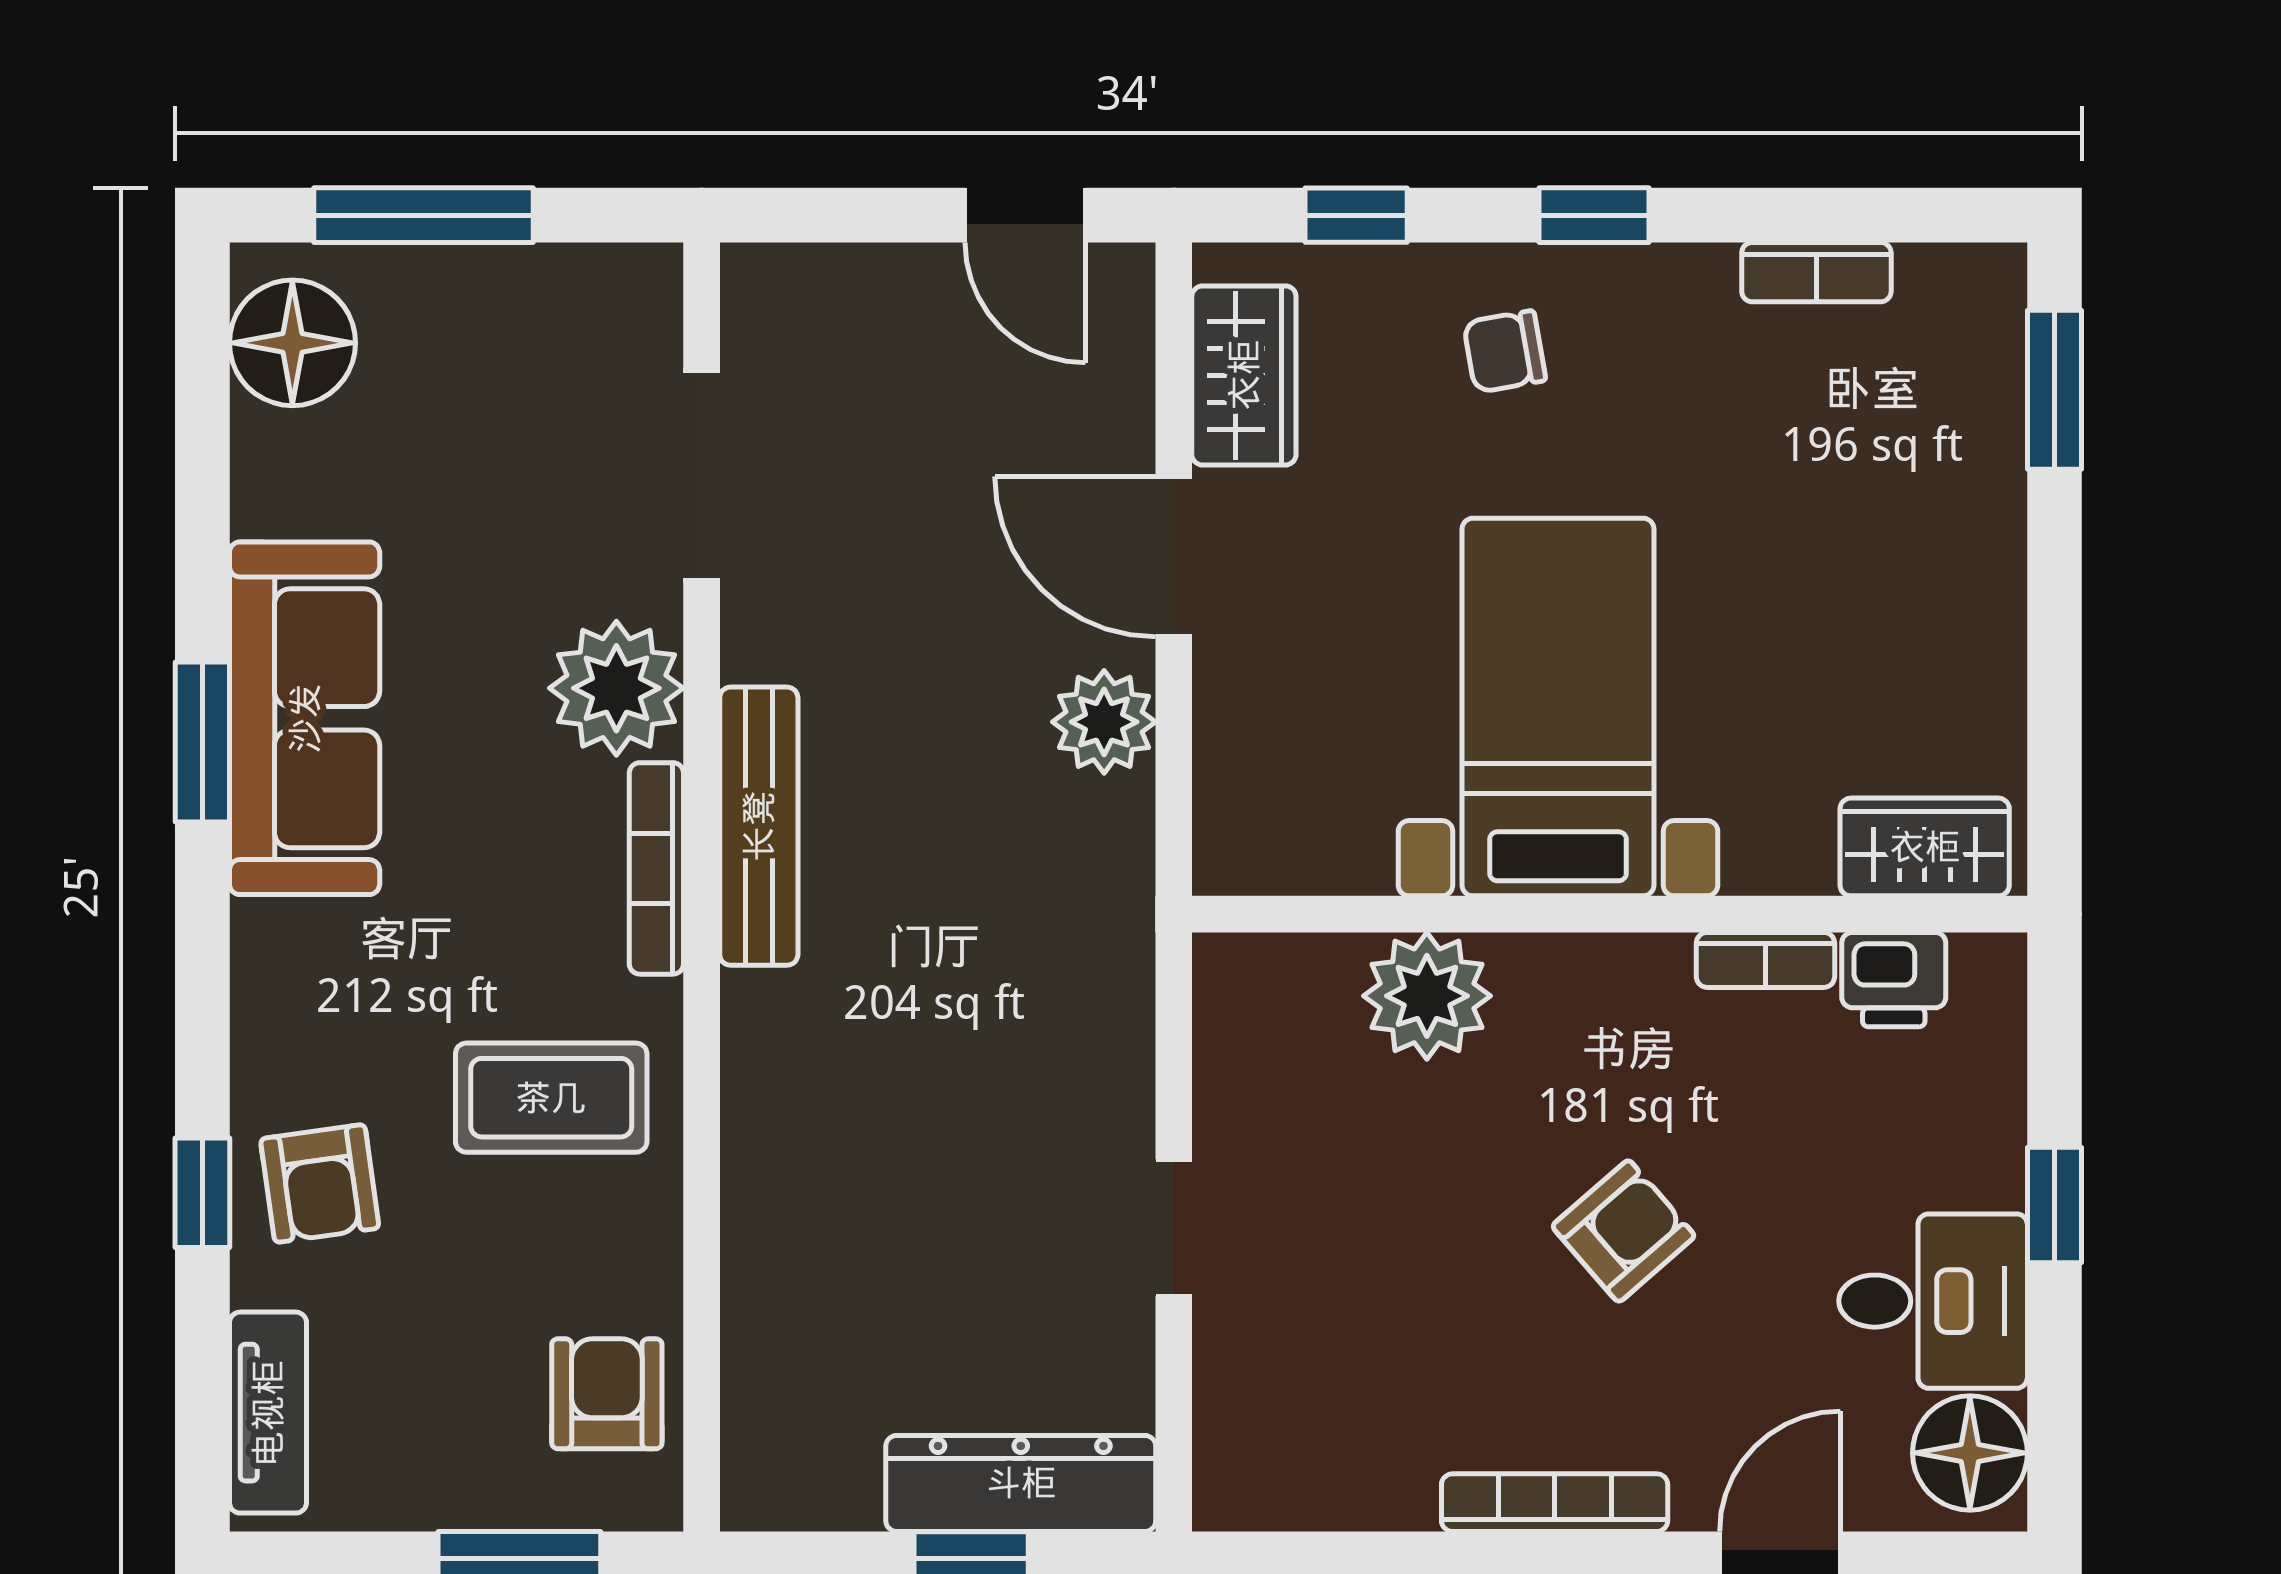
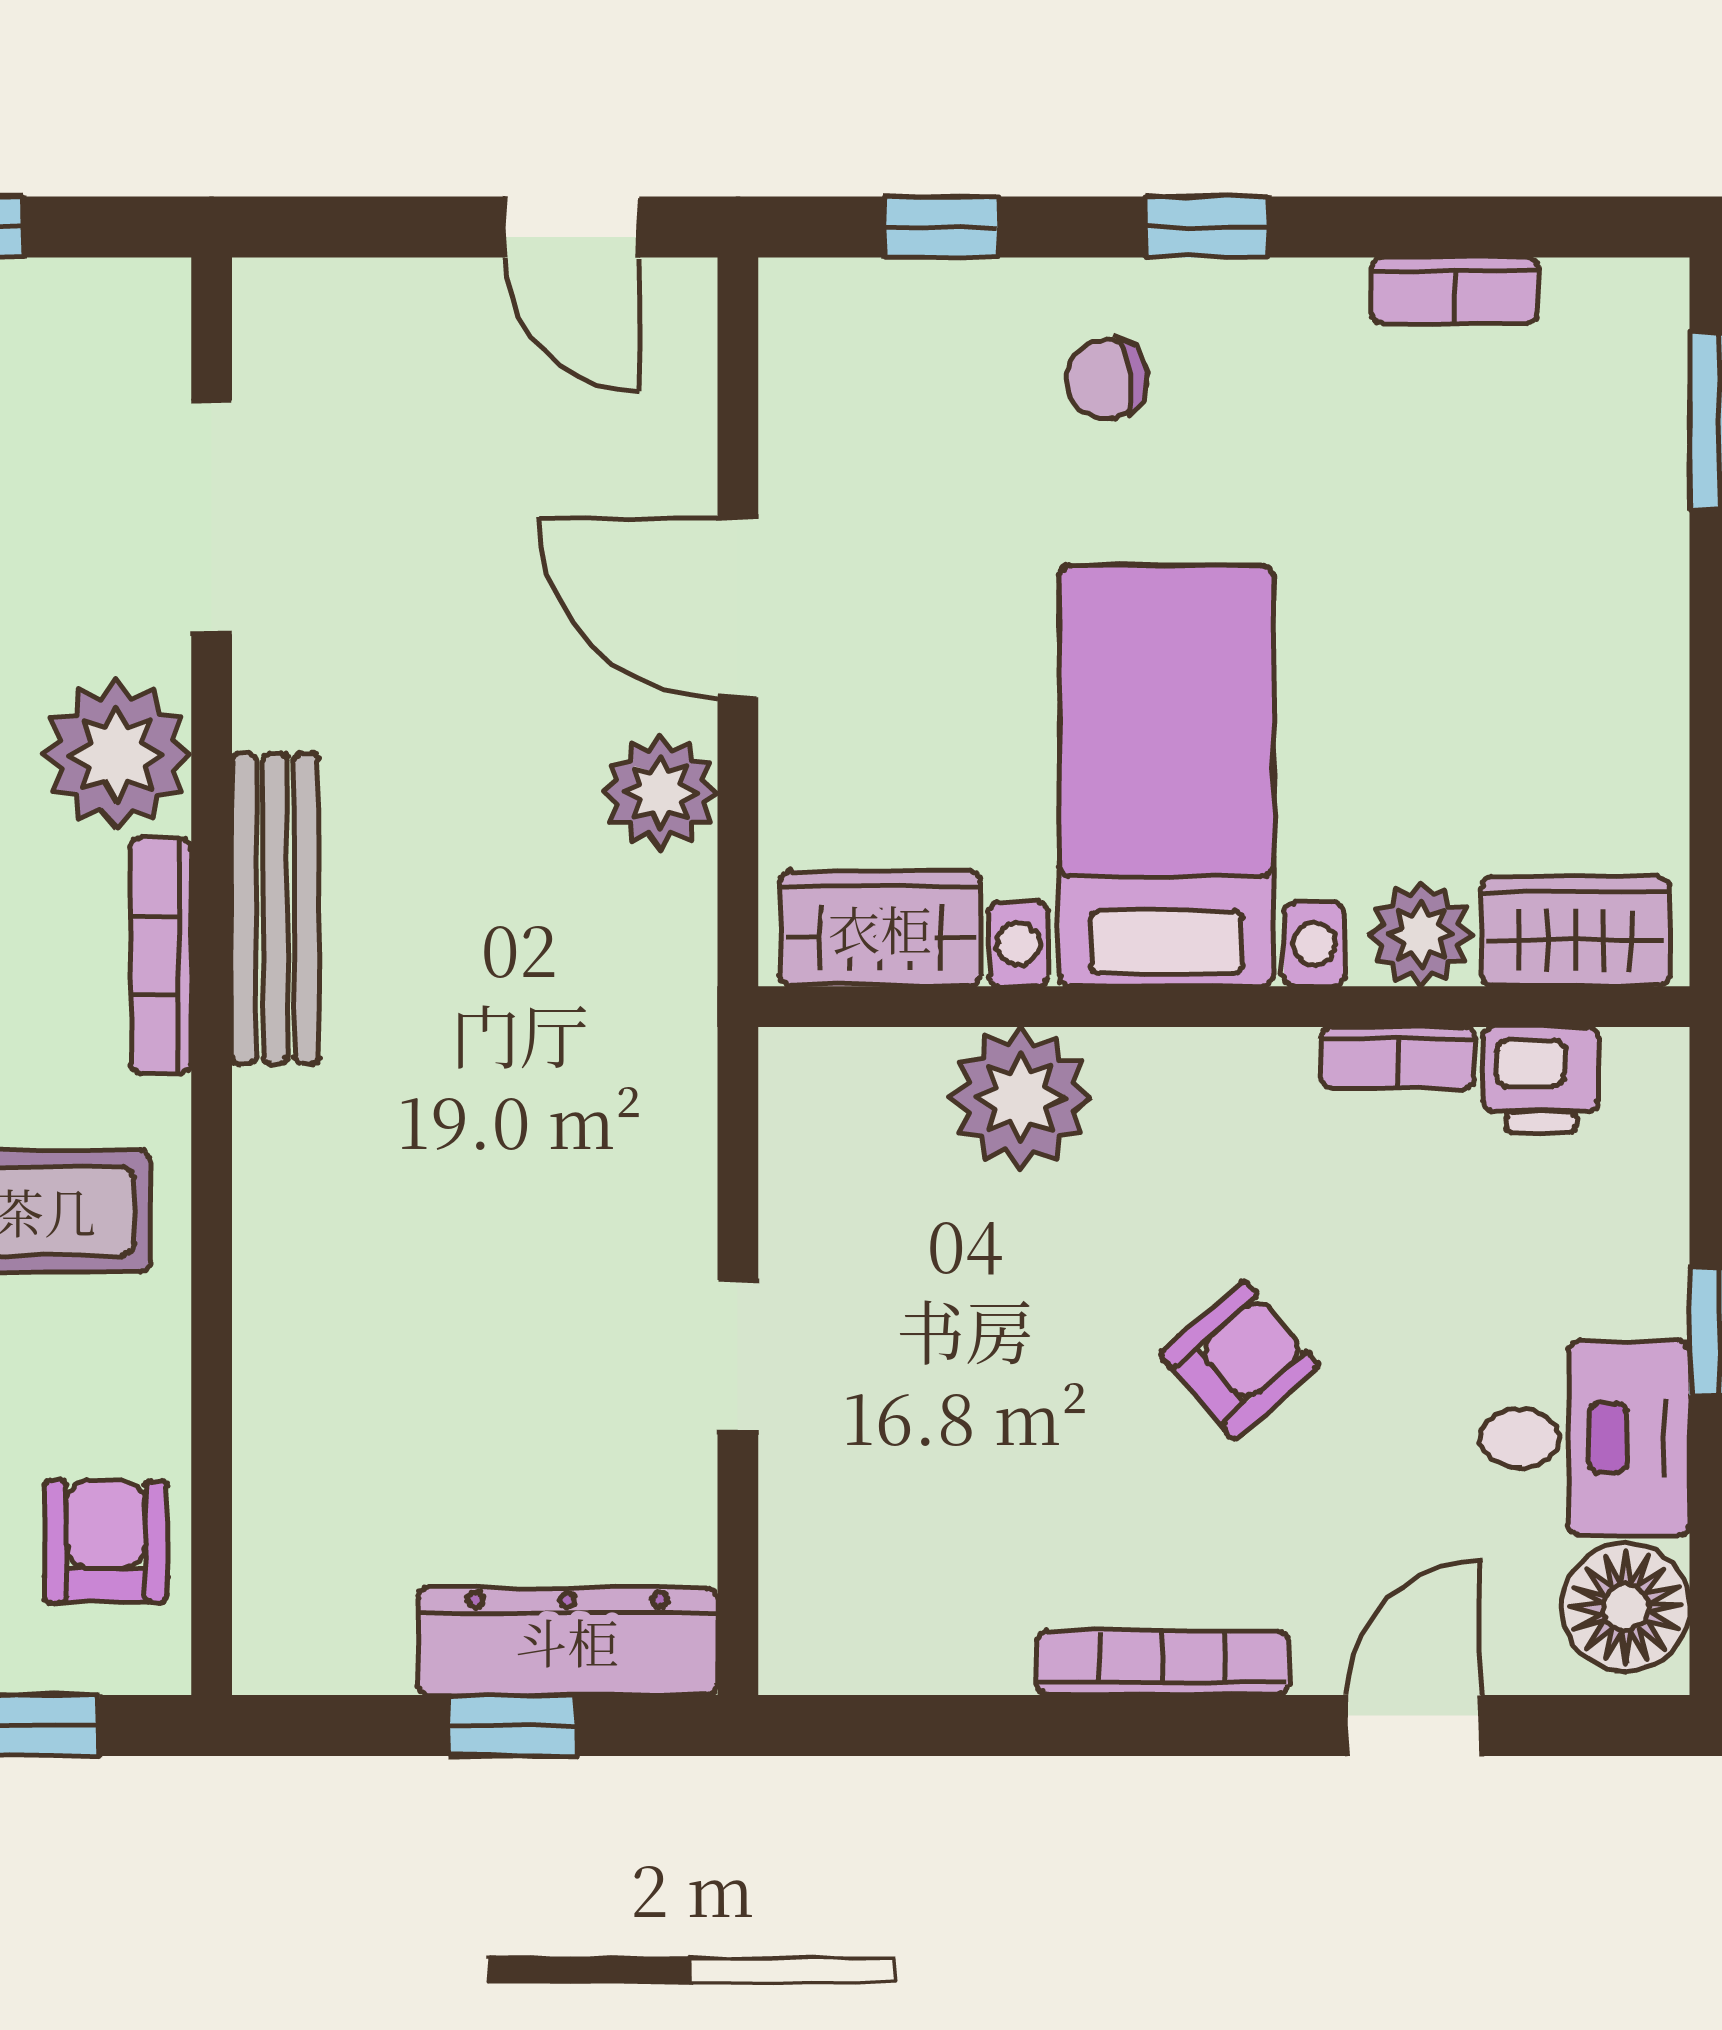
wardrobe: (1244, 375) -> (880, 928), moved, turned -90
plant: (1786, 849) -> (1421, 934), added

